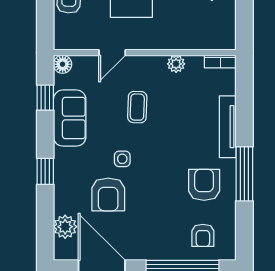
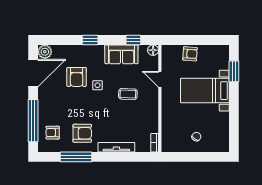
plant: (176, 64) -> (153, 117), removed
window: (244, 174) -> (76, 157), moved
armchair: (108, 194) -> (77, 77), turned -90
plant: (65, 227) -> (45, 52), moved

